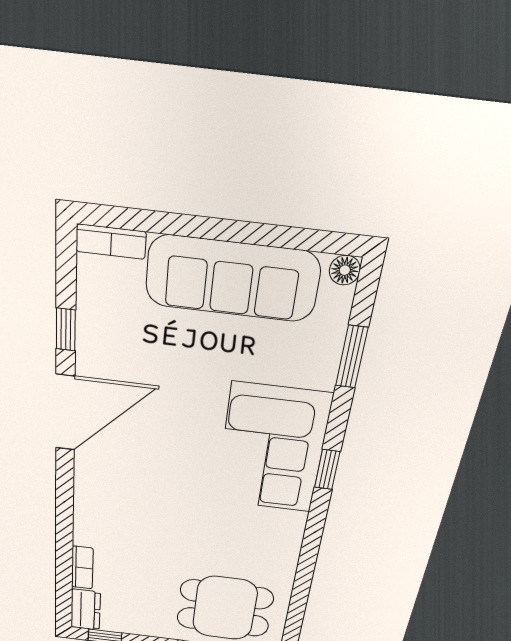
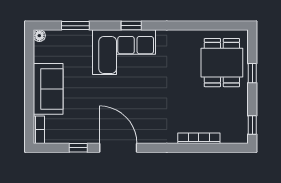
sofa: (232, 279) -> (48, 89), width x0.73
bookcase: (82, 568) -> (199, 138), width x1.56
dresser: (86, 610) -> (235, 136), removed

